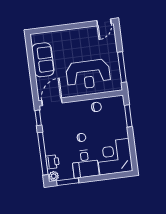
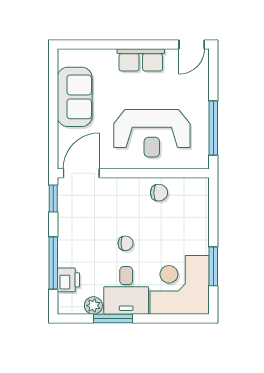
row of seats: (77, 34) -> (141, 60), added
window: (128, 116) -> (213, 266), moved
window: (43, 154) -> (53, 263), width x0.68
plant: (54, 176) -> (93, 306), moved
window: (68, 182) -> (113, 319), moved

